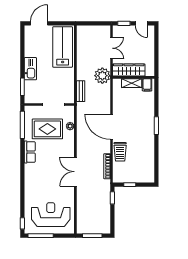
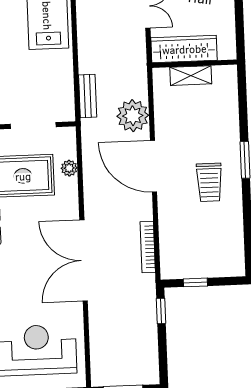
plant: (102, 76) -> (133, 116), moved
filing cabinet: (147, 85) -> (223, 78), removed
trolley: (120, 152) -> (209, 182), moved
double door: (75, 172) -> (84, 261), width x1.36

